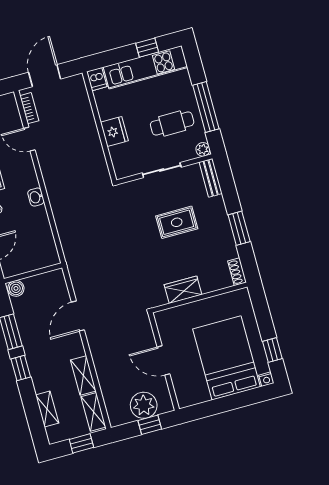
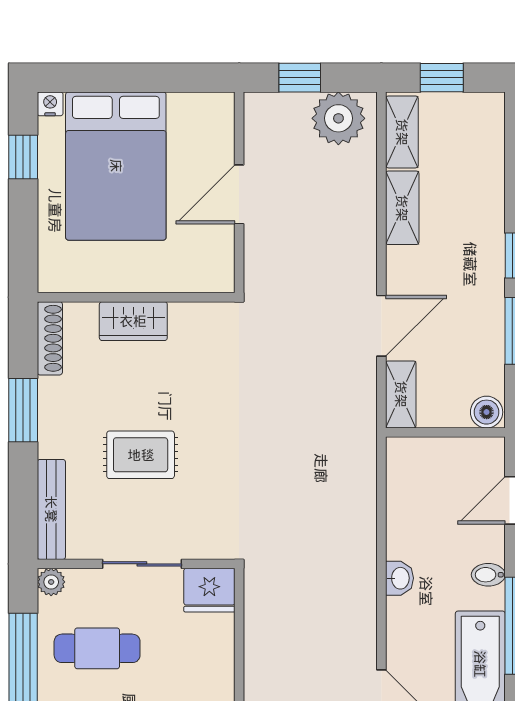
fridge: (114, 132) -> (209, 590), moved, turned -90
bench: (211, 178) -> (51, 509), width x1.36
shoe rack: (237, 272) -> (50, 338), width x1.43
wardrobe: (183, 290) -> (133, 321), moved
door: (163, 360) -> (239, 194), swing flipped
plant: (144, 405) -> (338, 118), moved
shelving: (47, 409) -> (401, 394), moved

